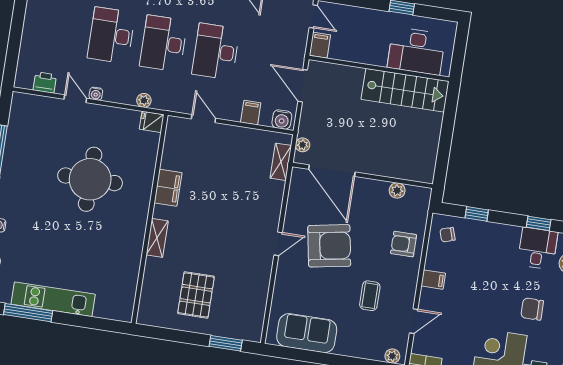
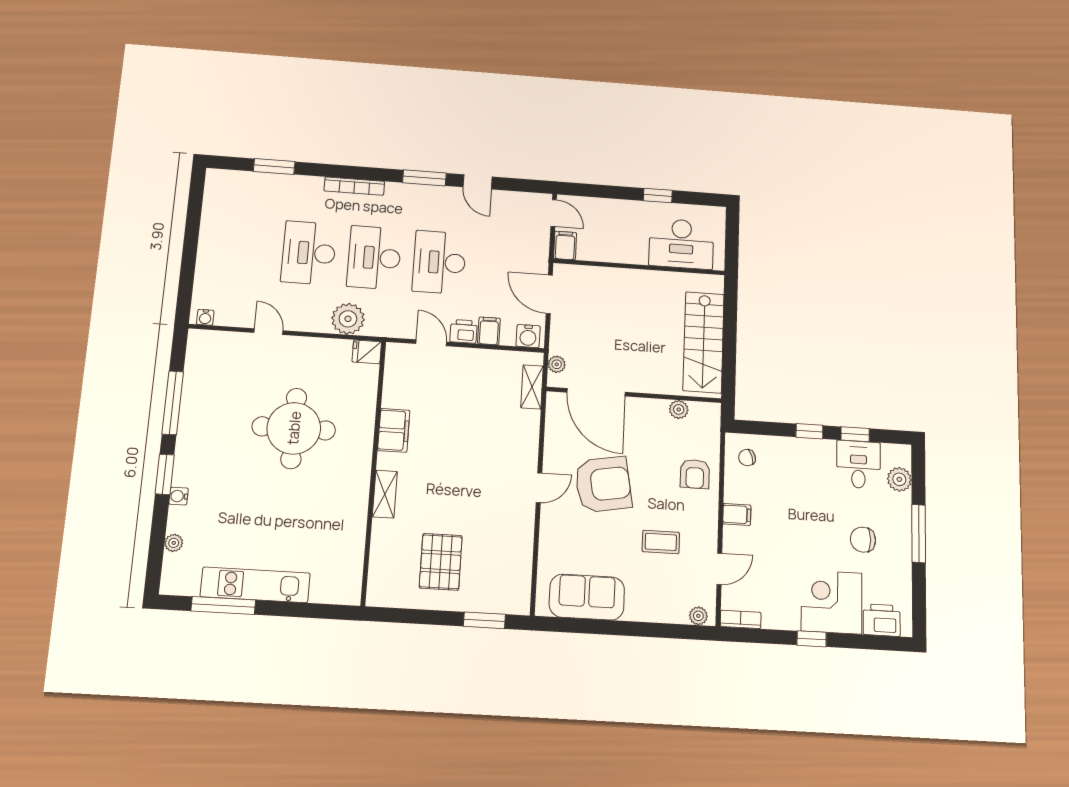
printer: (45, 83) -> (464, 331), moved
stairs: (405, 90) -> (703, 342), moved, turned 90
water cooler: (96, 94) -> (205, 317), moved
plant: (144, 100) -> (348, 319), width x1.87, depth x1.87
window: (477, 214) -> (809, 431), moved
armchair: (404, 244) -> (695, 474), turned -90
coffee table: (370, 296) -> (661, 542), turned 90

